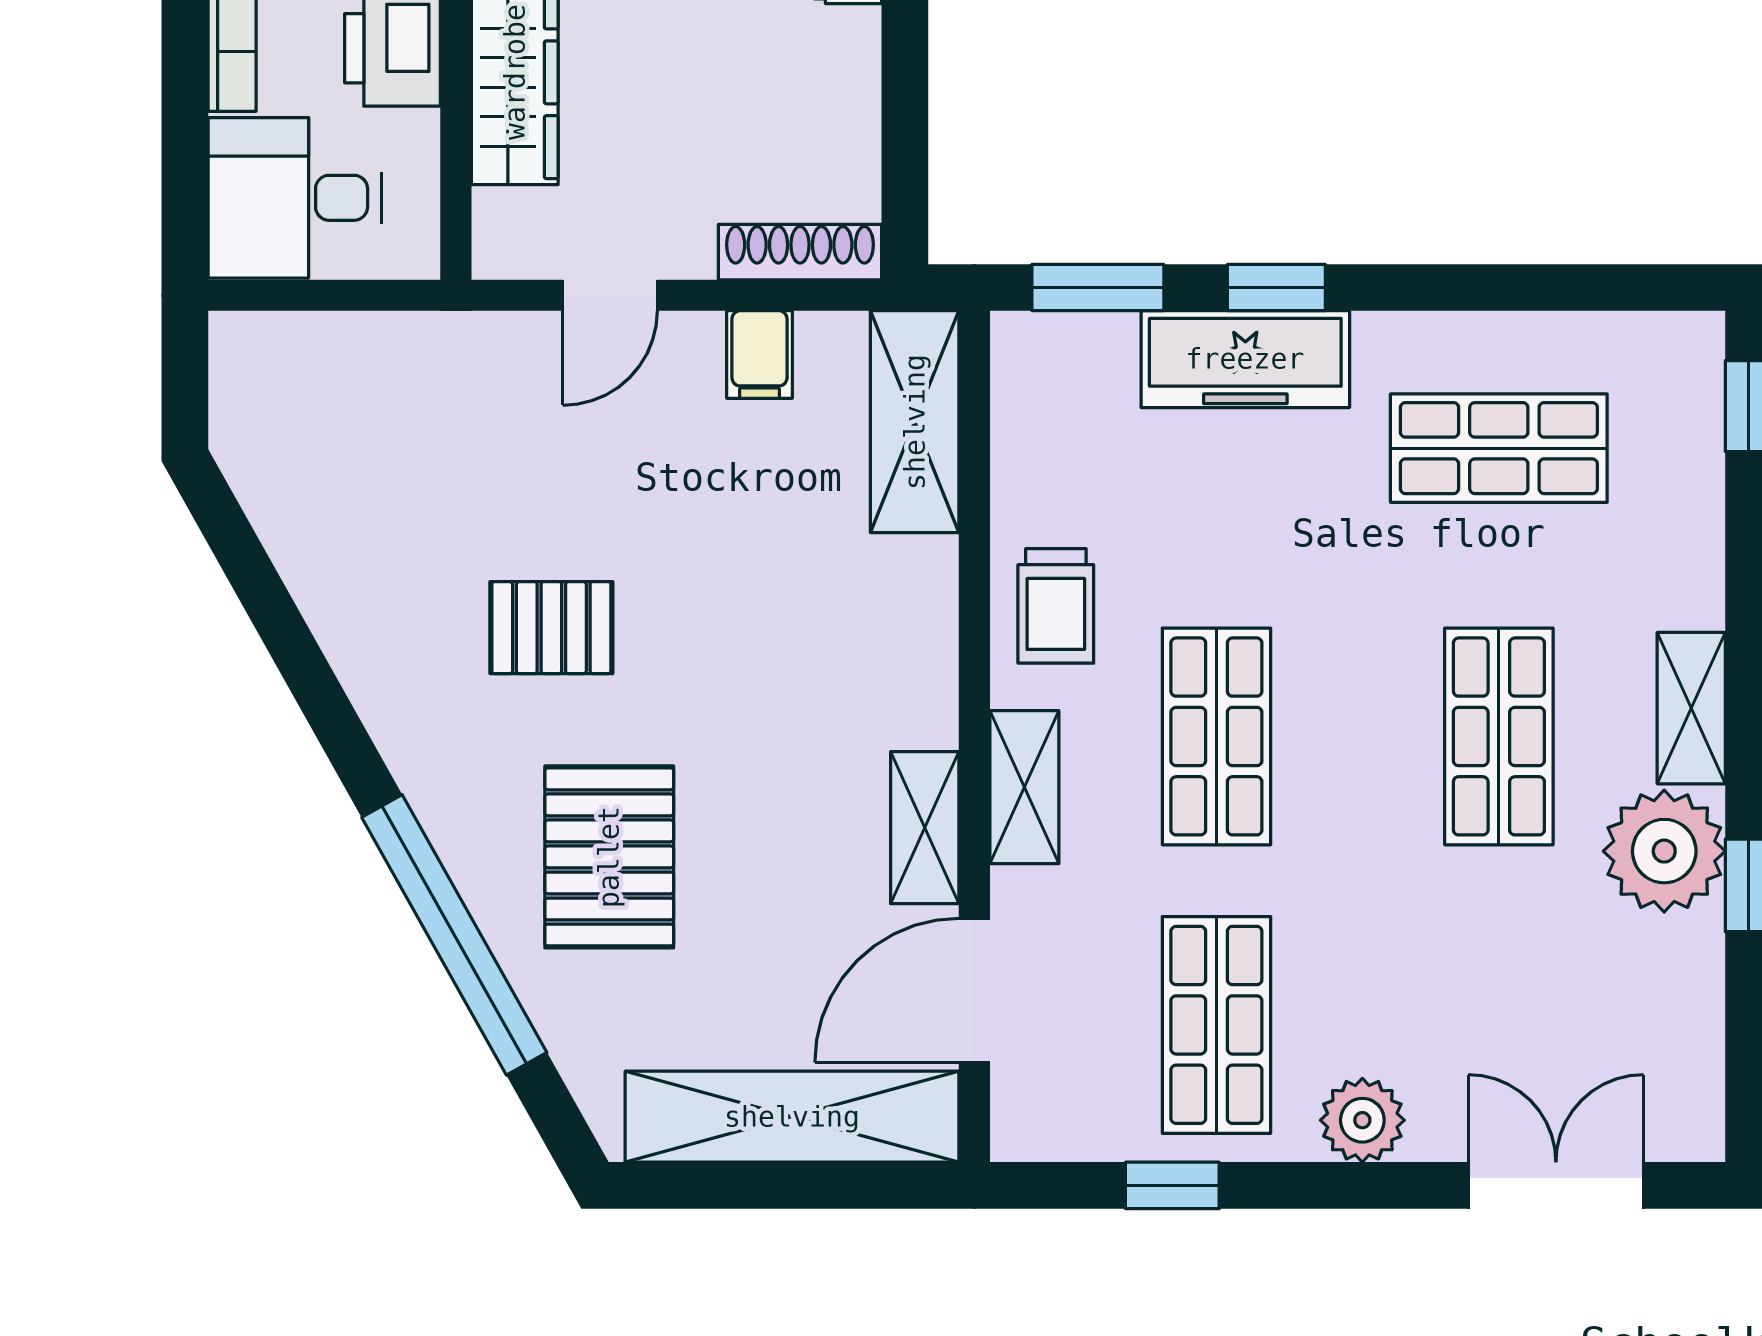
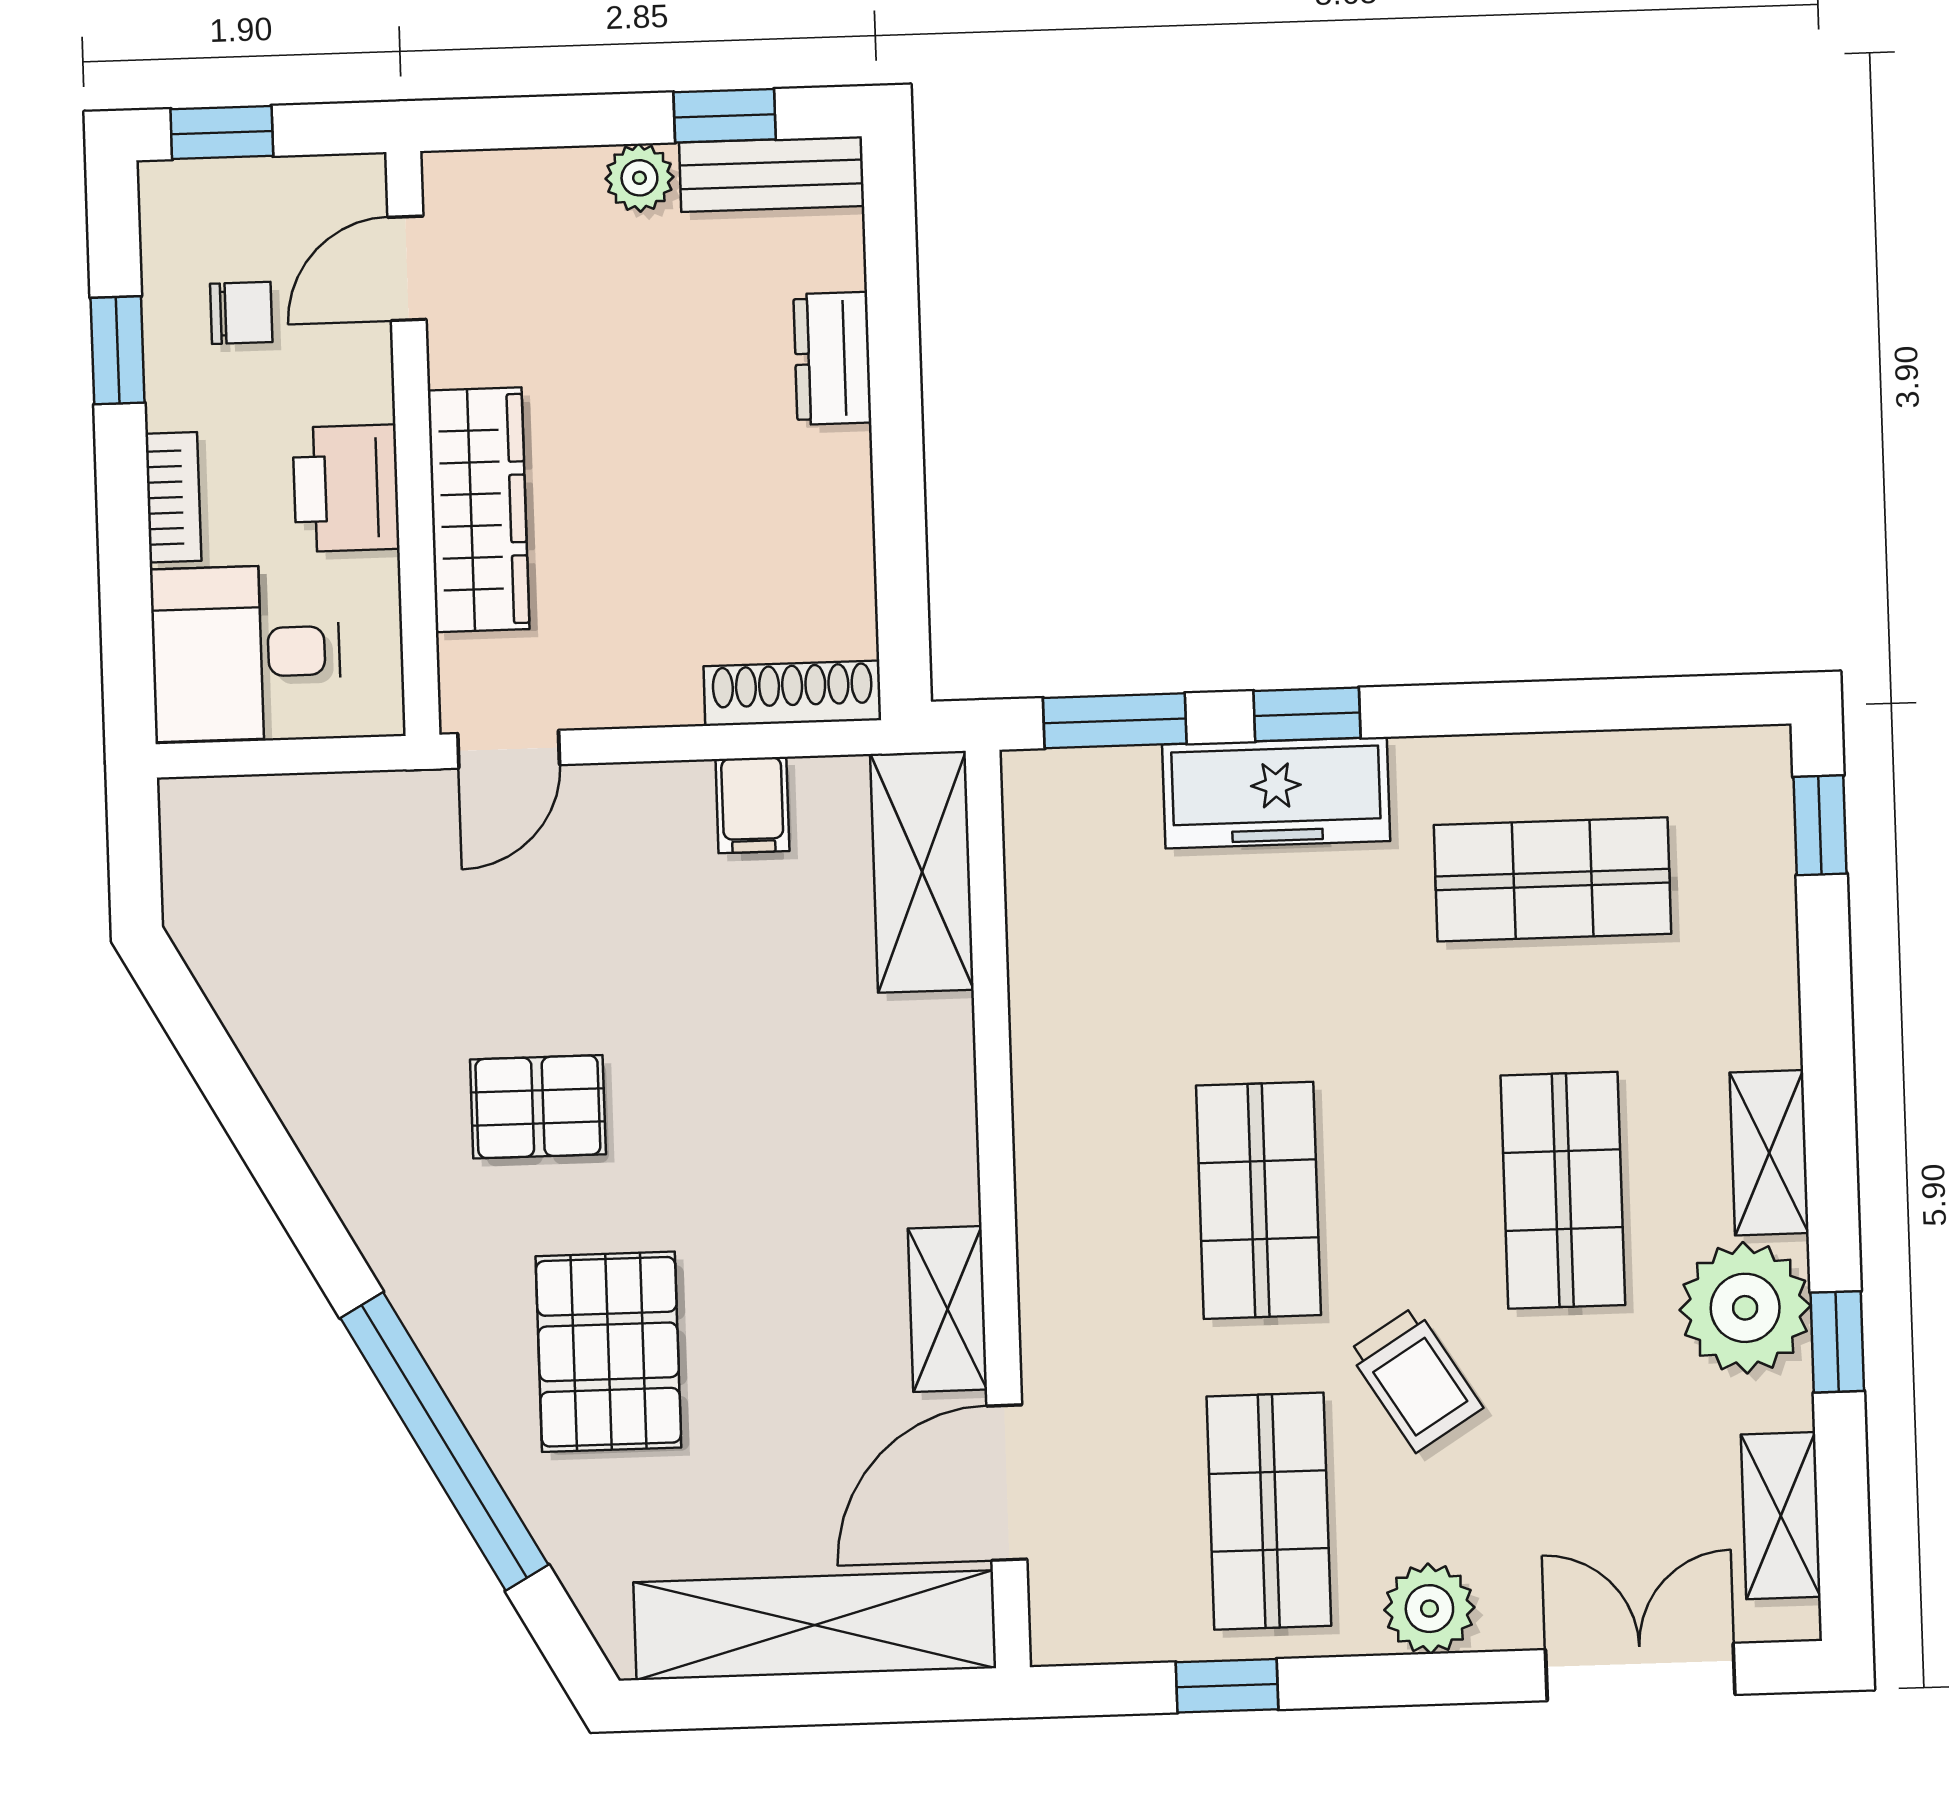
door: (610, 295) -> (509, 749), moved
trolley: (1056, 606) -> (1415, 1379), moved, turned -32
shelving: (1024, 787) -> (1781, 1516), moved

